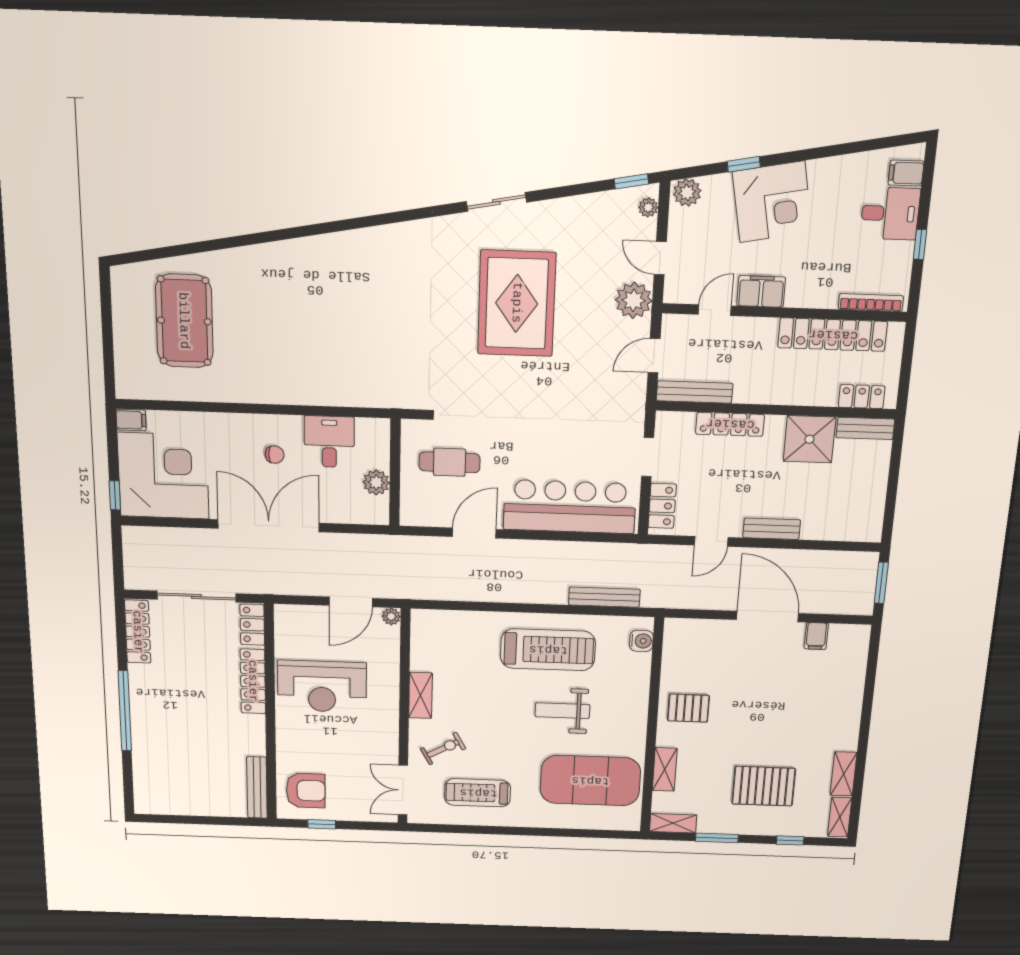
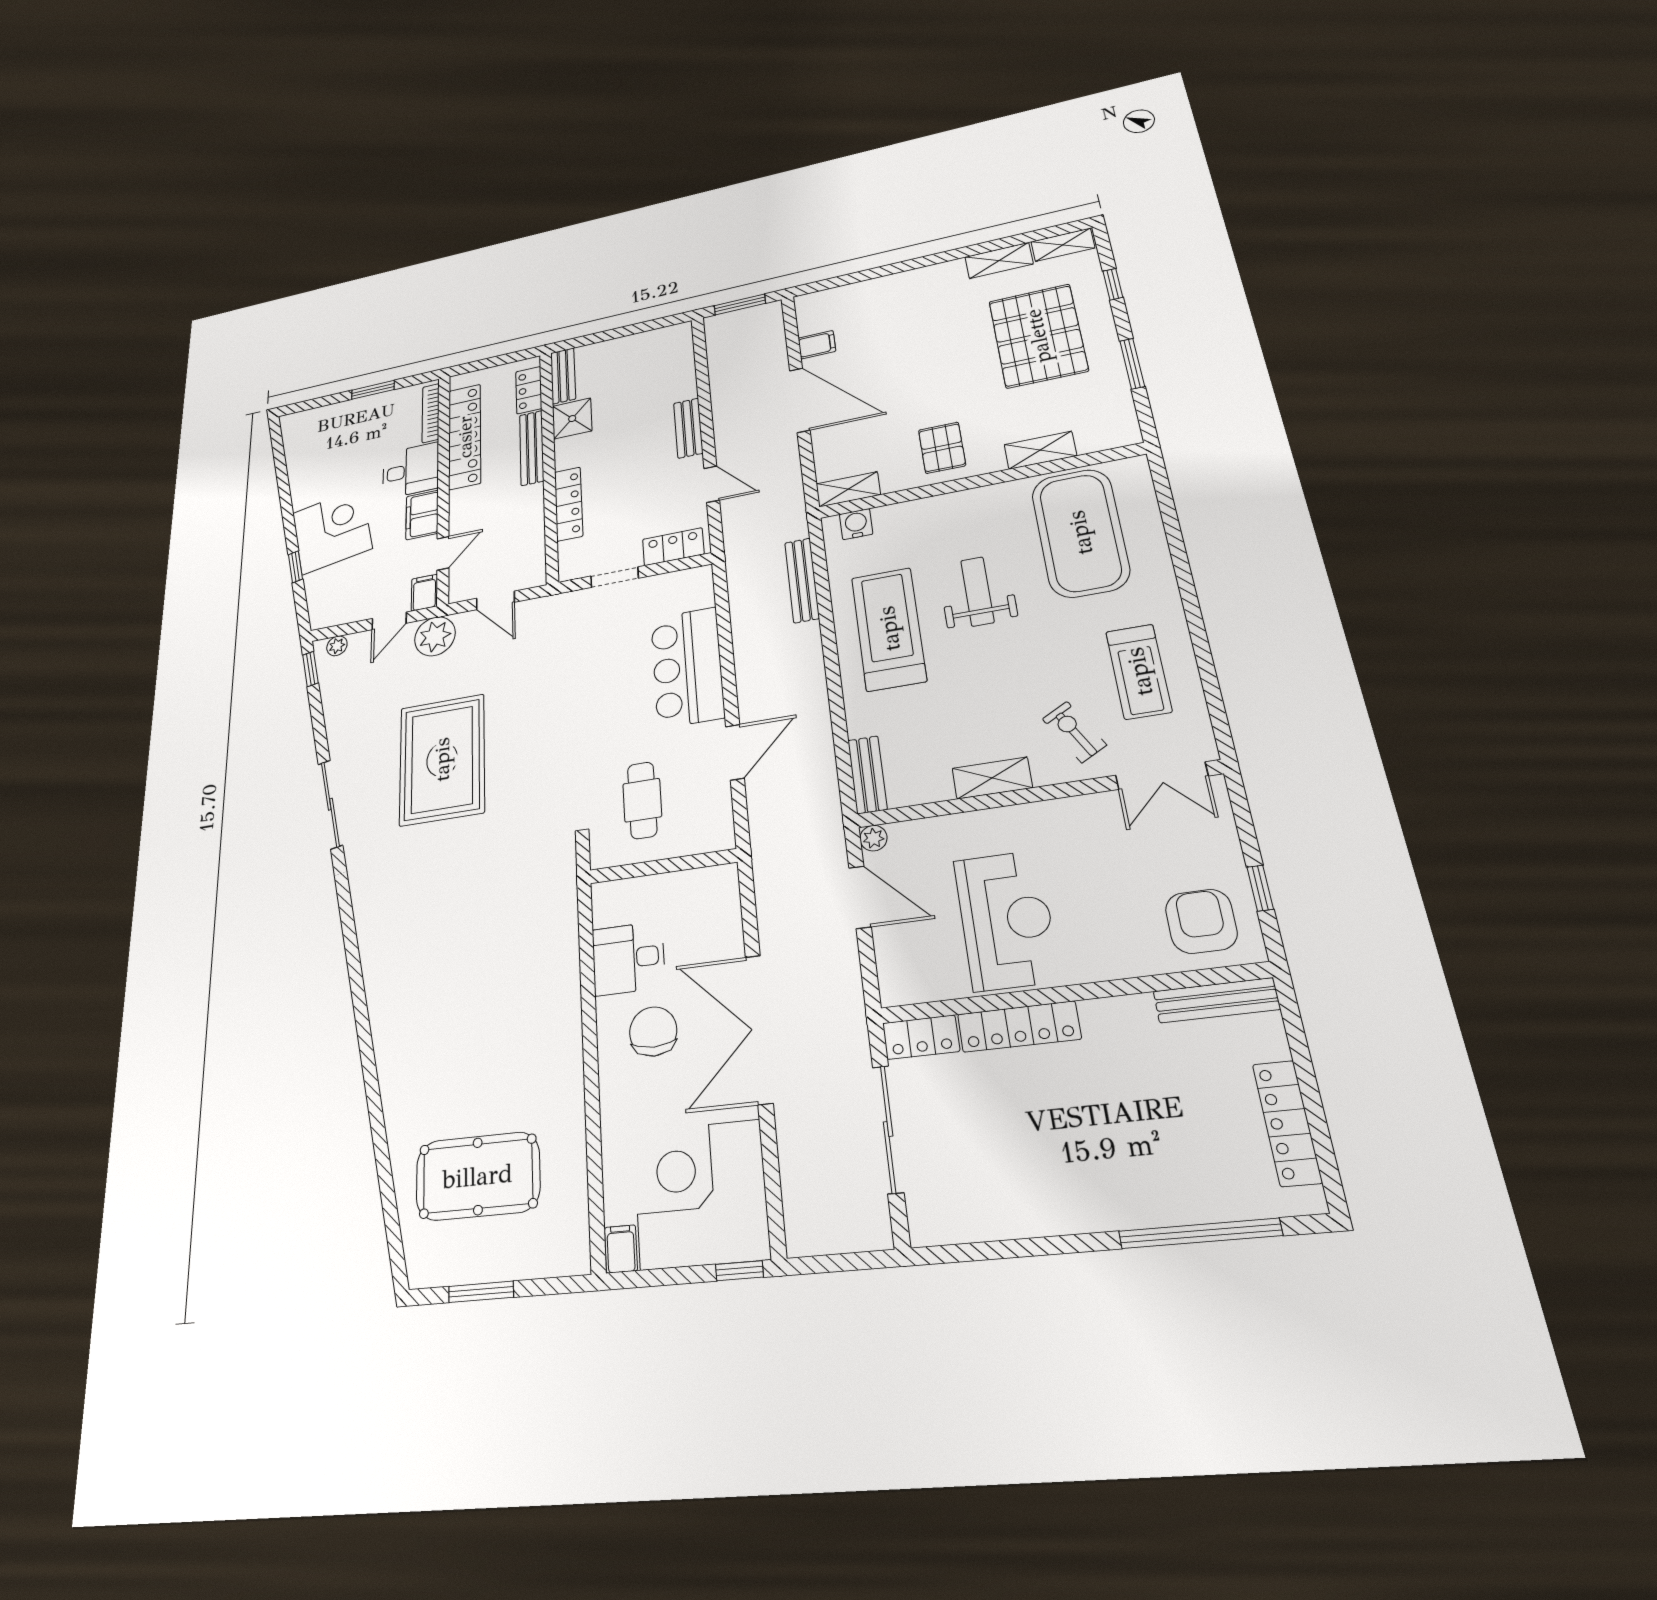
filing cabinet: (906, 173) -> (424, 593), moved, turned 180
plant: (687, 193) -> (322, 612), removed
sliding door: (496, 202) -> (330, 804), width x1.37
desk: (890, 213) -> (411, 471), moved, turned 90
window: (920, 244) -> (373, 390), width x1.50
rug: (517, 303) -> (442, 760), turned 90
door: (715, 310) -> (443, 553), swing flipped
window: (107, 320) -> (481, 1292), added
bench: (695, 392) -> (532, 448), moved
shower: (809, 439) -> (572, 419), width x0.73, depth x0.73
chair: (275, 455) -> (653, 1031), width x1.87, depth x1.87
plant: (376, 482) -> (679, 888), removed
bar counter: (570, 507) -> (687, 667), width x0.73
door: (474, 533) -> (735, 752), swing flipped
door: (768, 616) -> (800, 400), swing flipped
bench: (438, 619) -> (867, 775), added
locker: (138, 632) -> (1287, 1123), moved, turned -90
window: (125, 711) -> (1200, 1233), moved
weight bench: (562, 711) -> (977, 591), turned 180
pallet: (764, 786) -> (1038, 336), width x1.37, depth x1.41
shelving: (673, 823) -> (848, 489), moved, turned 90

